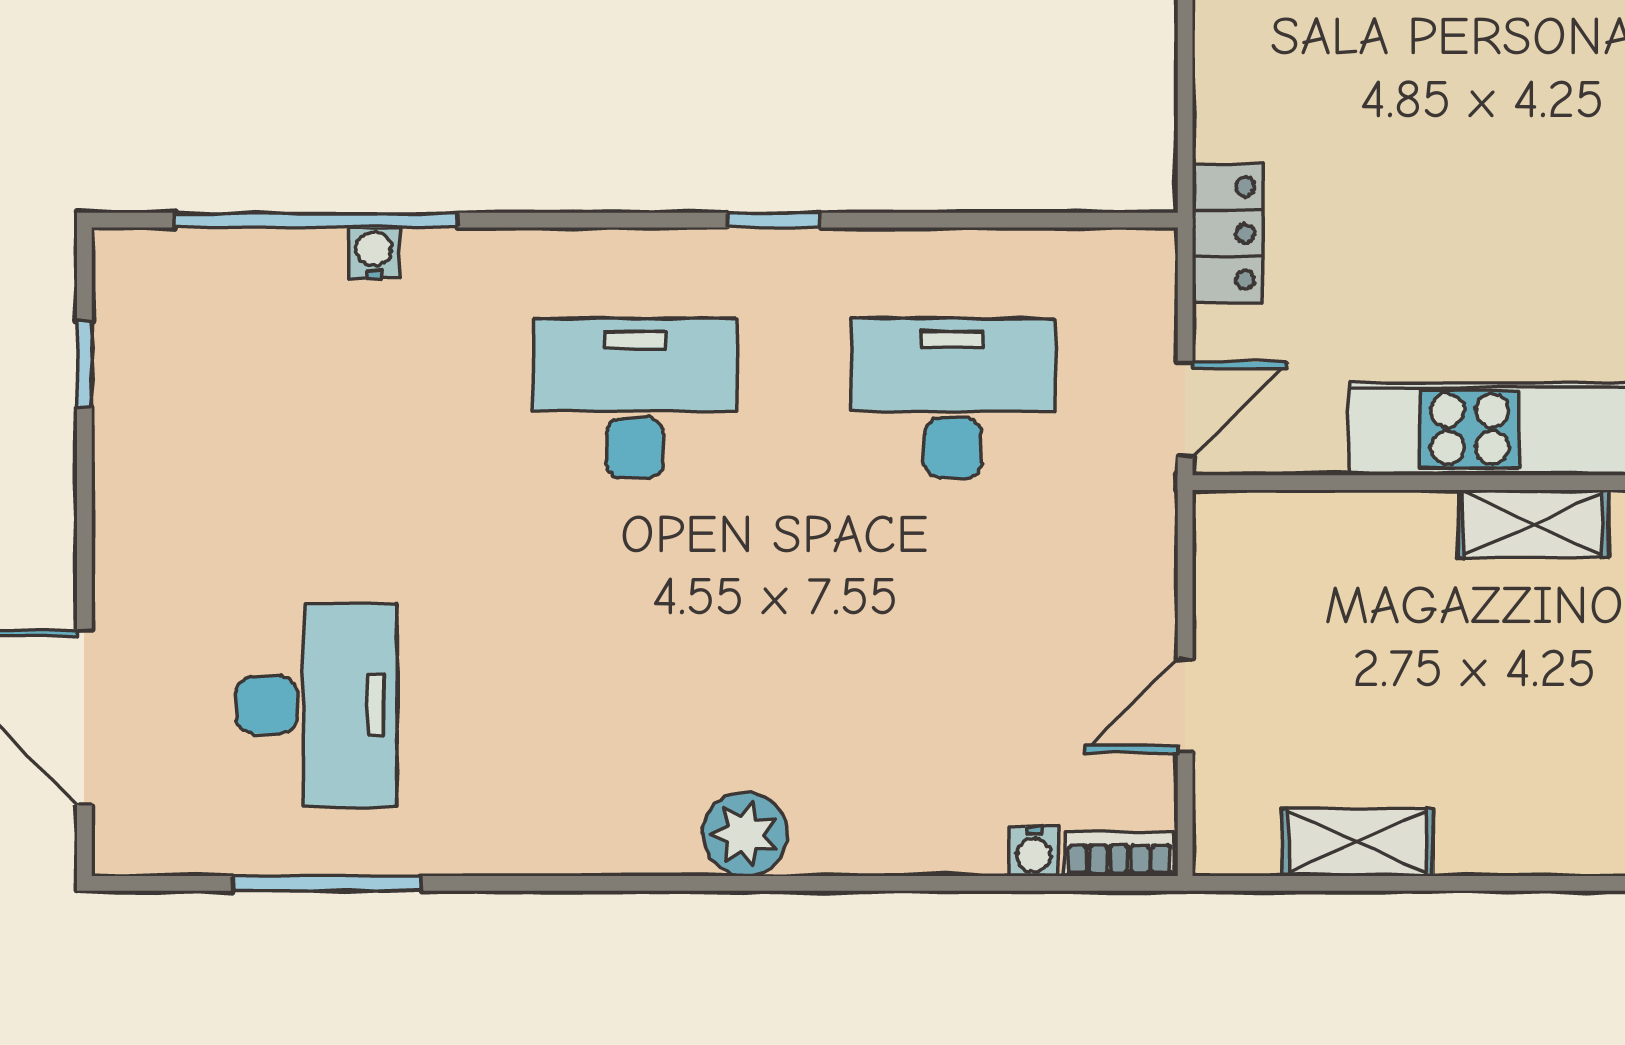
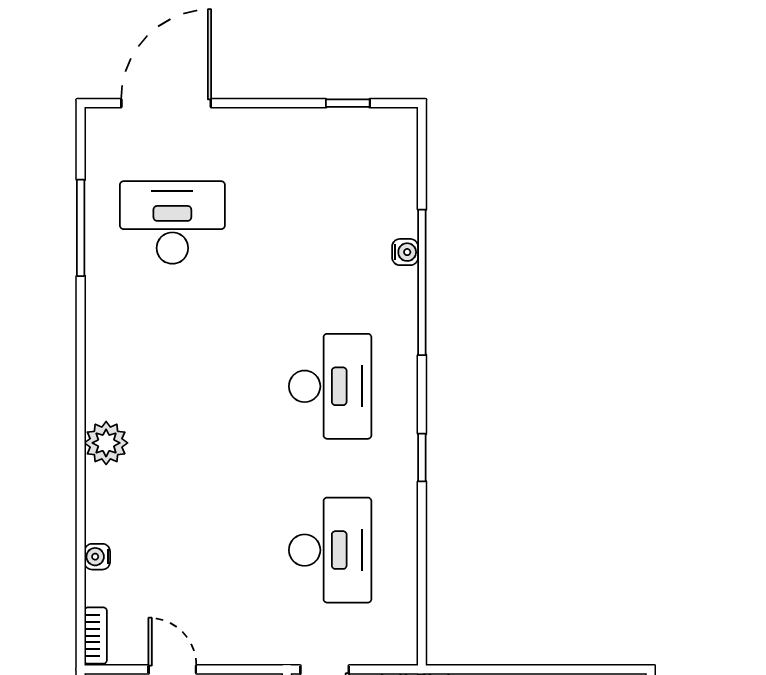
window: (316, 220) -> (422, 282), moved
desk: (316, 705) -> (172, 222), turned 180
water cooler: (1034, 851) -> (97, 557), moved

